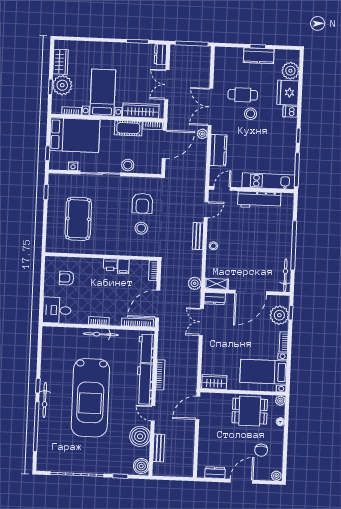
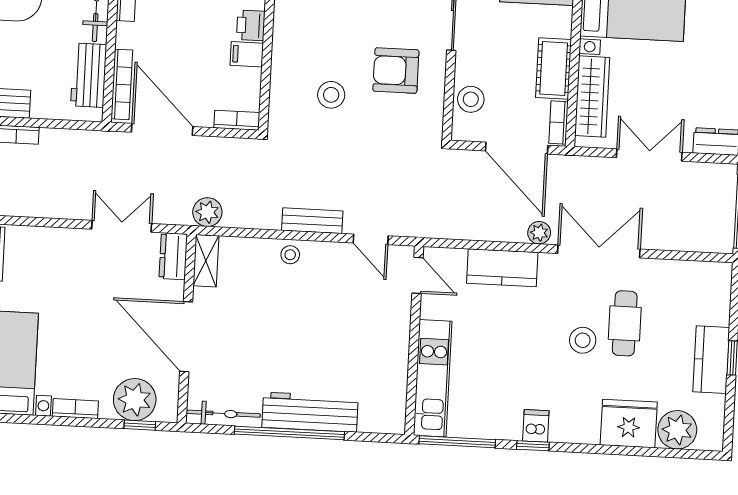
dishwasher: (290, 112) -> (536, 426), moved
stool: (128, 165) -> (471, 99), moved
workbench: (259, 200) -> (310, 412), moved, turned 90
armchair: (142, 203) -> (396, 71), moved
workbench: (147, 349) -> (89, 75), moved, turned -90

